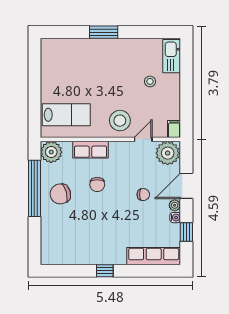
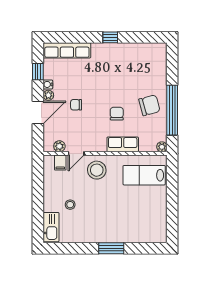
filing cabinet: (174, 129) -> (60, 163), moved
plant: (51, 152) -> (162, 147), width x0.53, depth x0.53
plant: (168, 153) -> (59, 146), width x0.53, depth x0.53

